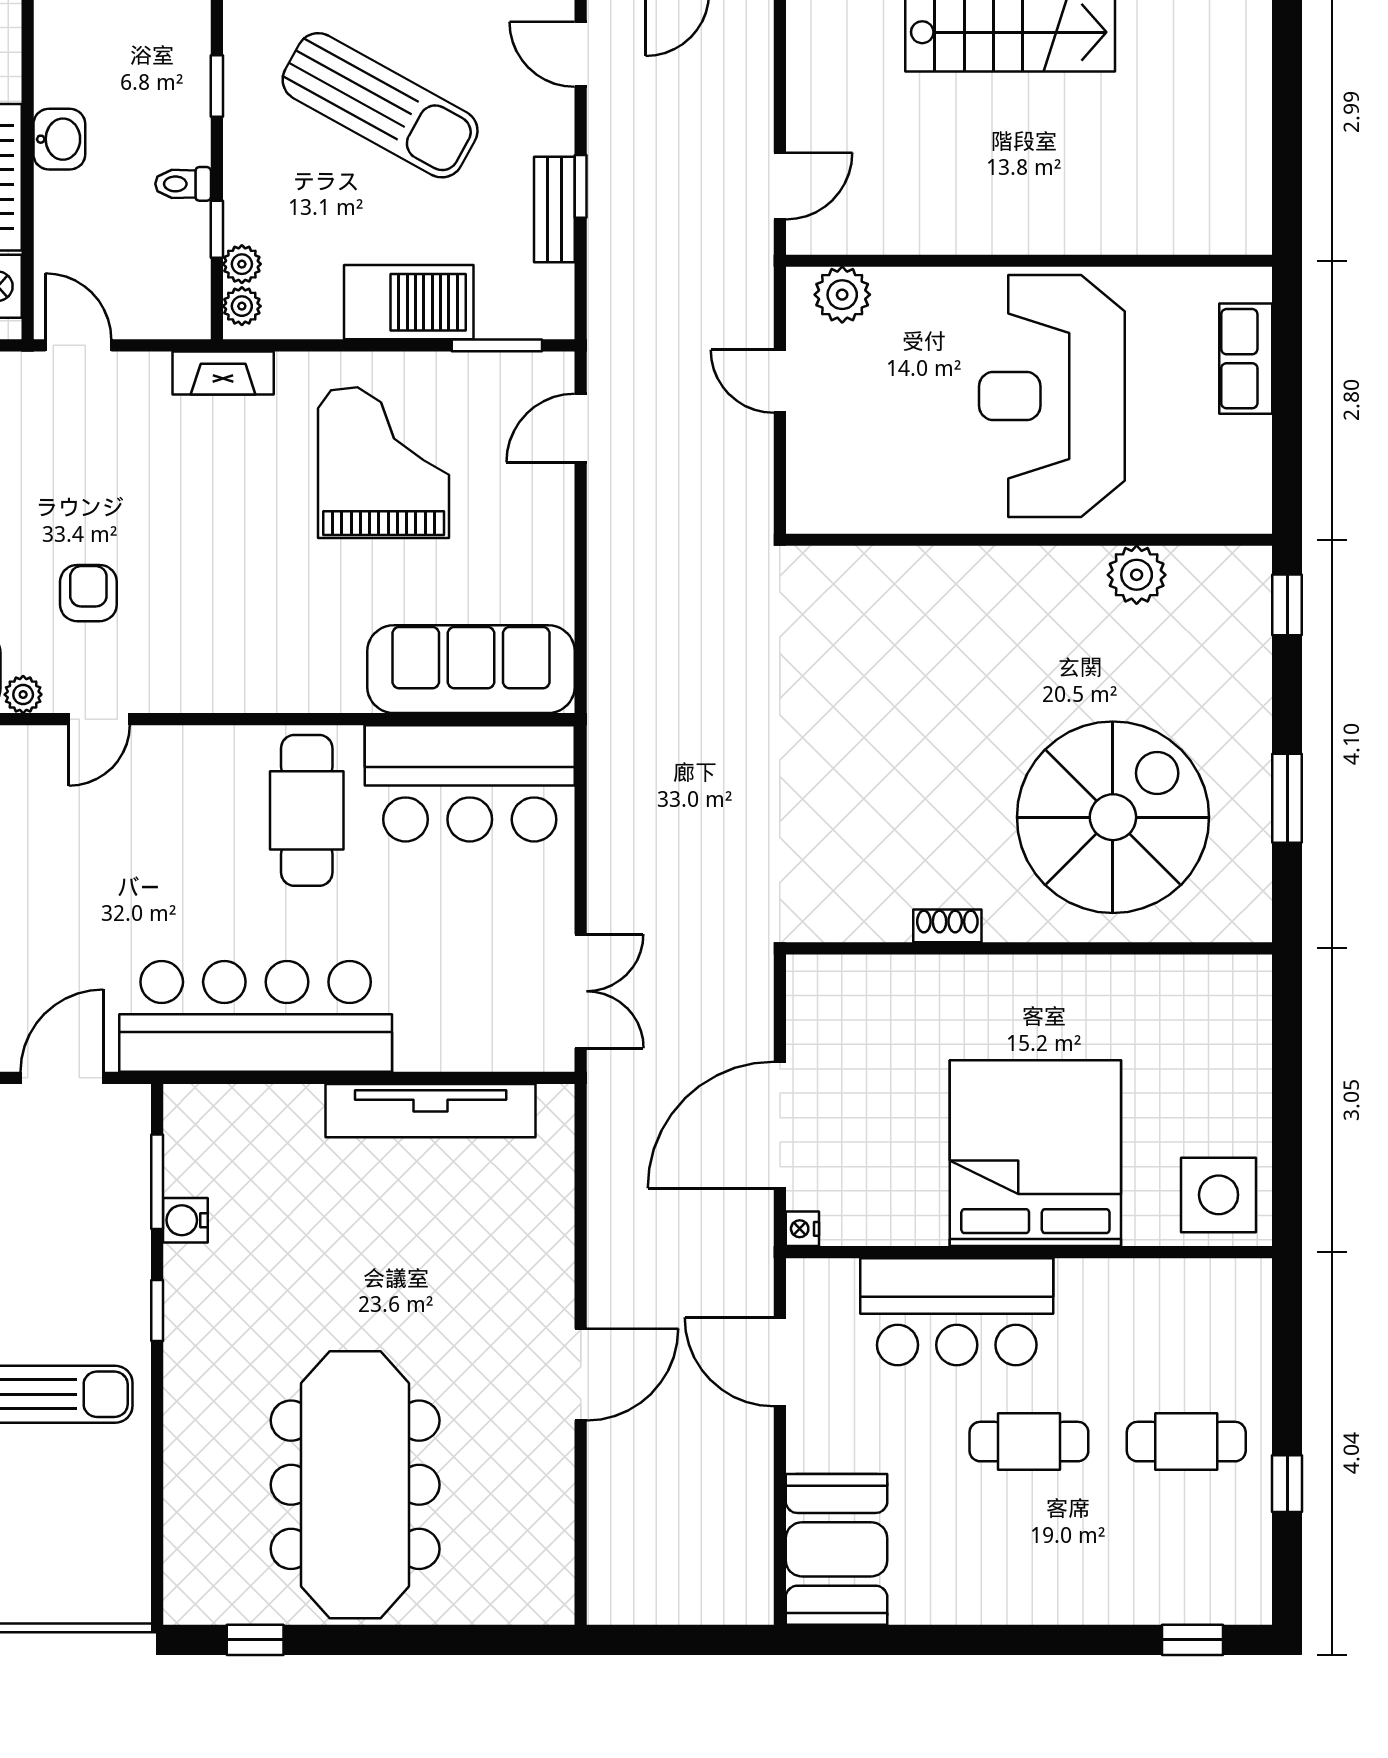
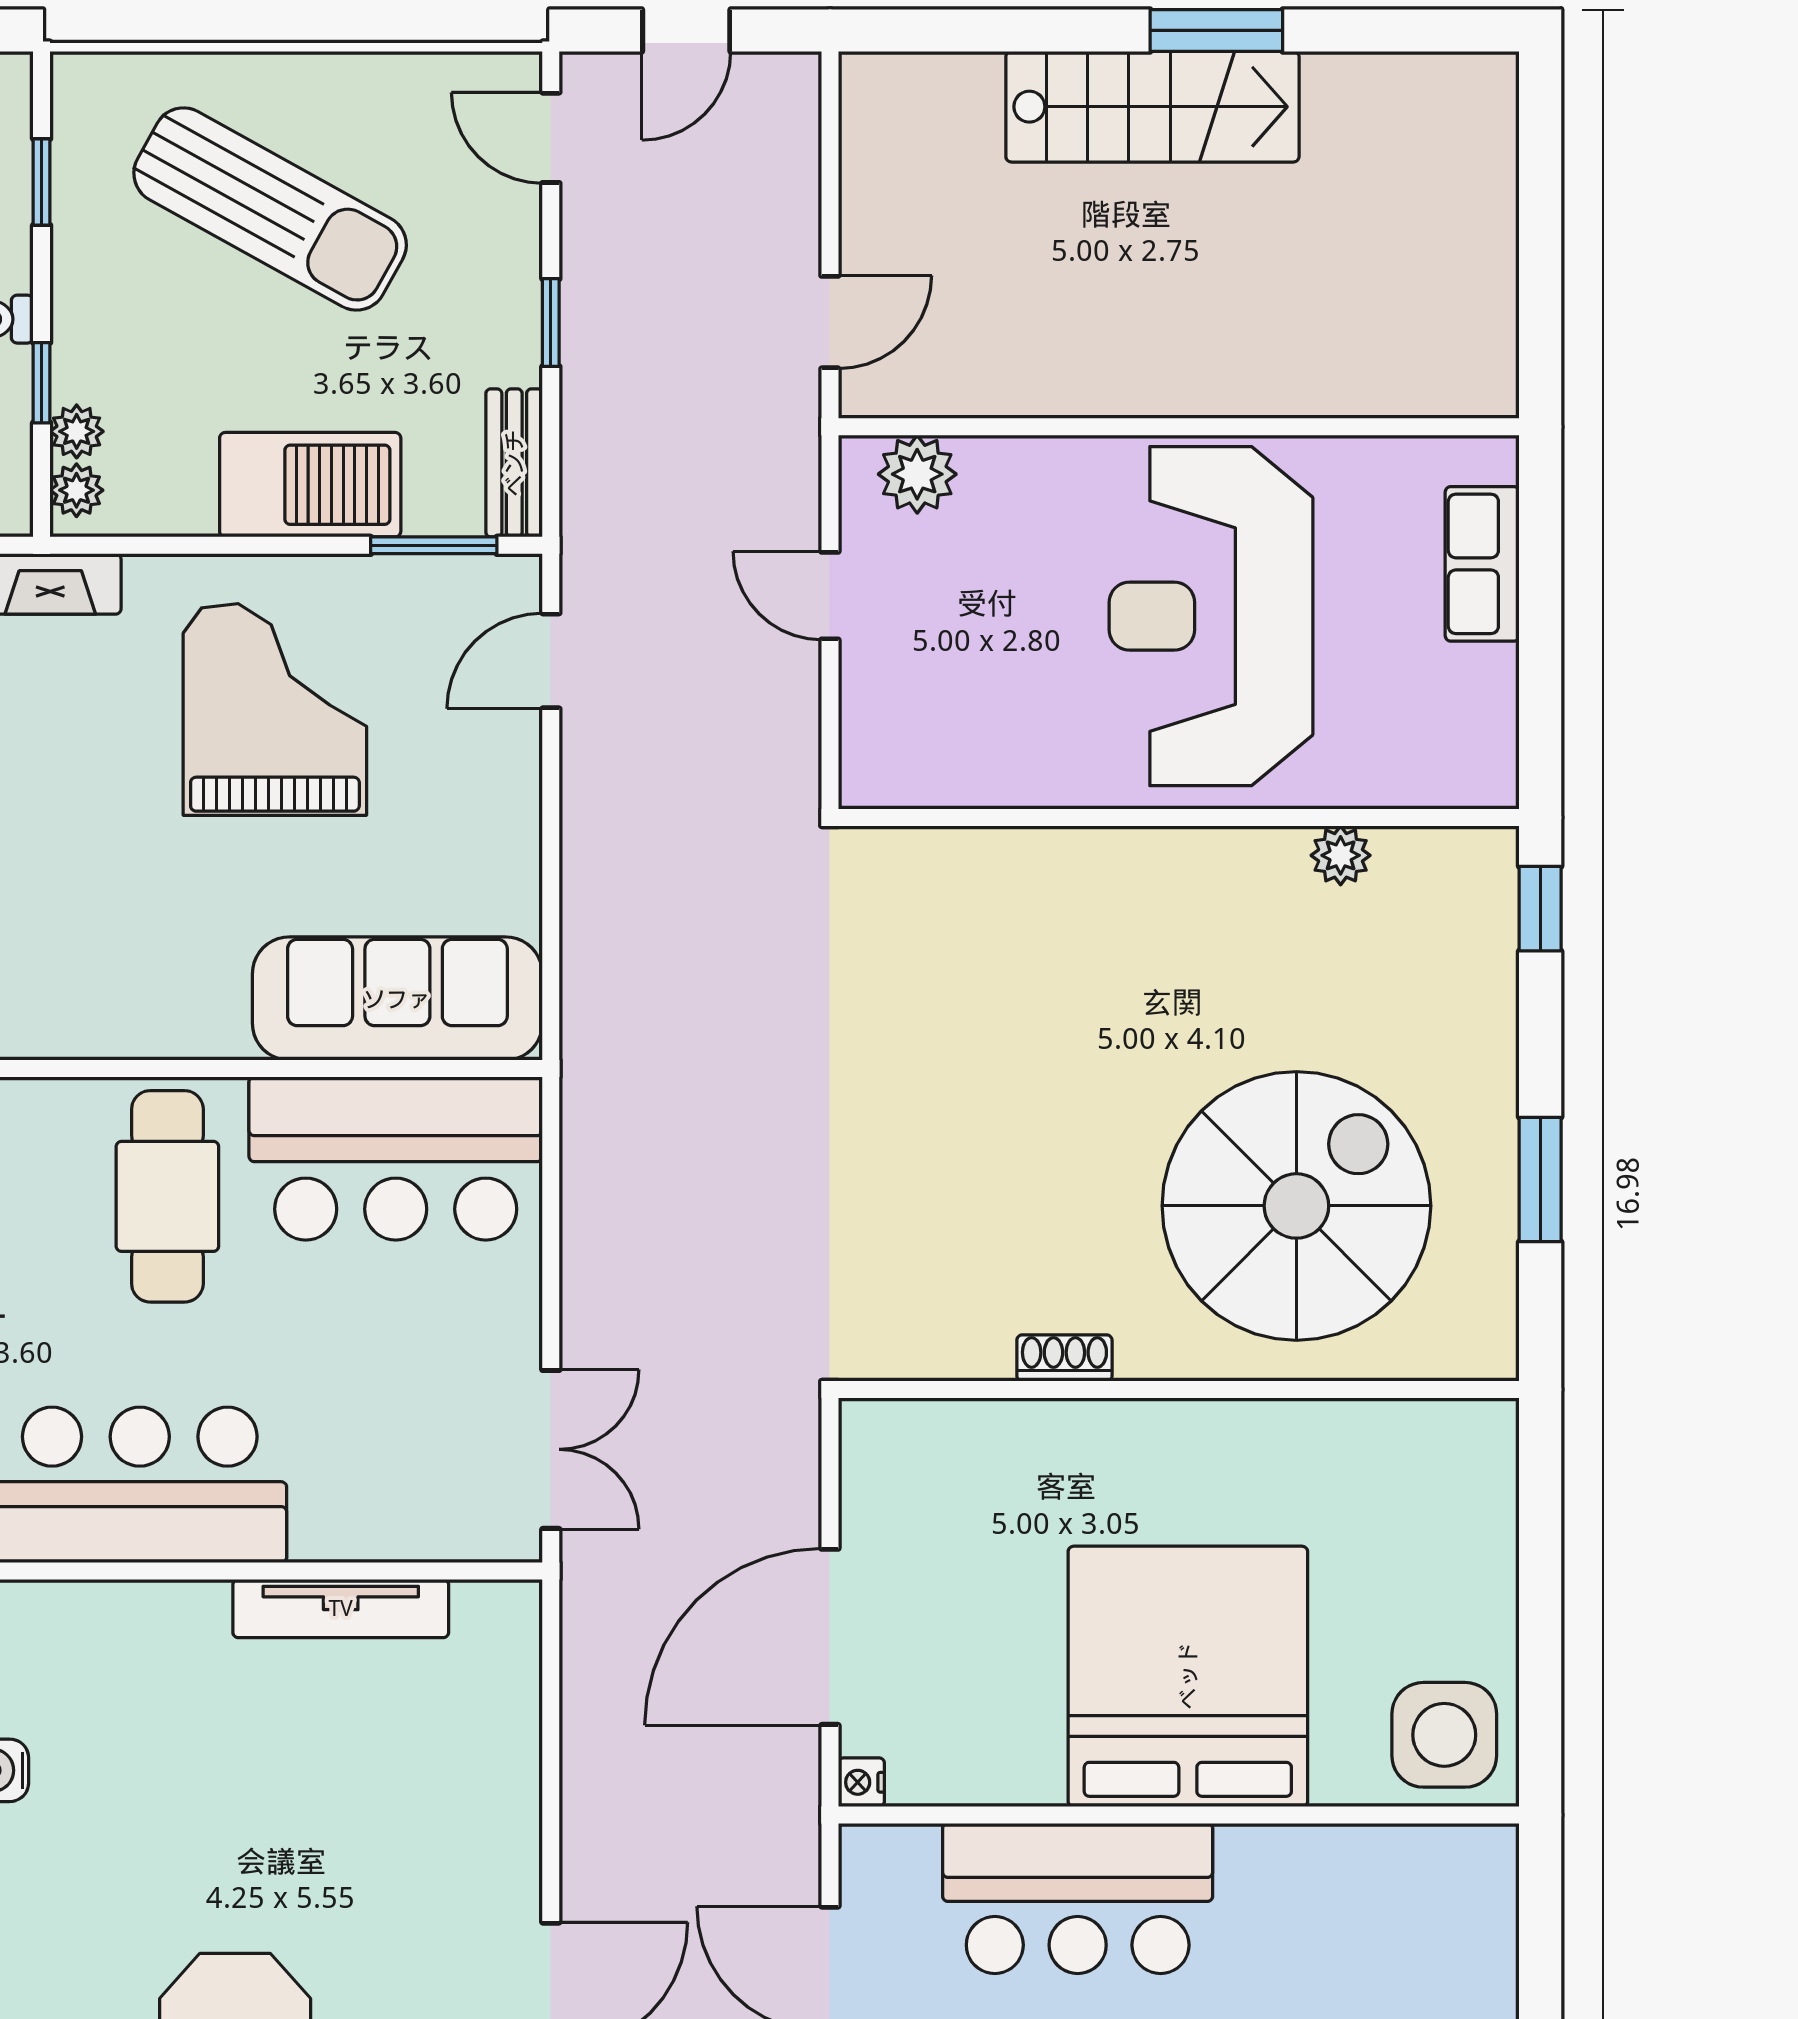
bench: (554, 209) -> (514, 463), moved
plant: (1137, 575) -> (1341, 855), width x0.73, depth x0.73
tv unit: (431, 1111) -> (341, 1608), width x0.73, depth x0.78

